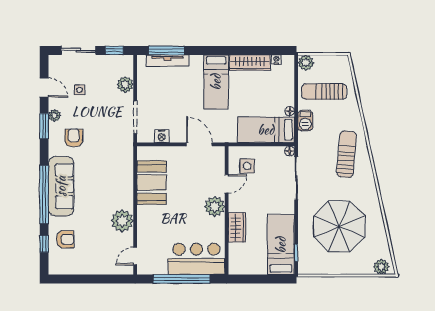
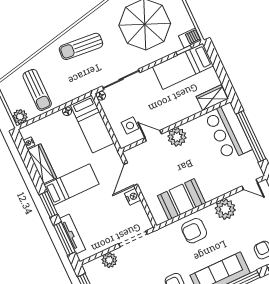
window: (207, 50) -> (48, 204), added
barbecue: (305, 121) -> (190, 38), moved
nightstand: (162, 136) -> (133, 197), moved
armchair: (115, 181) -> (194, 231), added
wardrobe: (237, 227) -> (212, 98), moved

